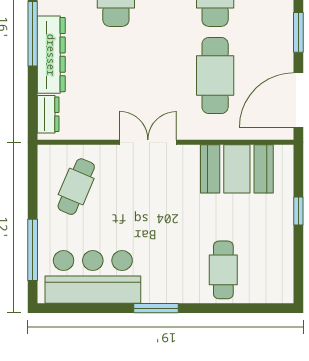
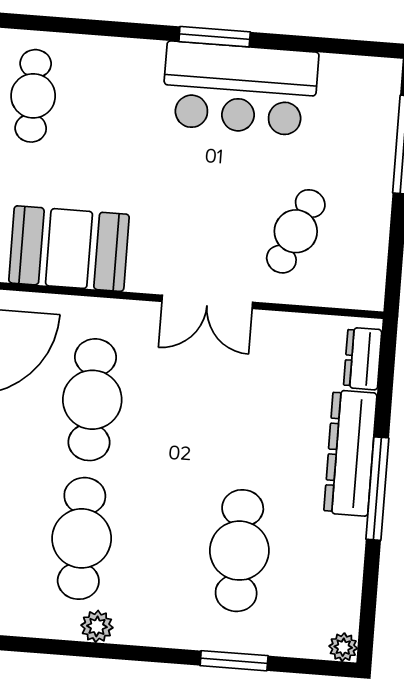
cafe table: (76, 187) -> (296, 231), moved
cafe table: (223, 270) -> (33, 96), moved
bar counter: (93, 277) -> (240, 89), moved

